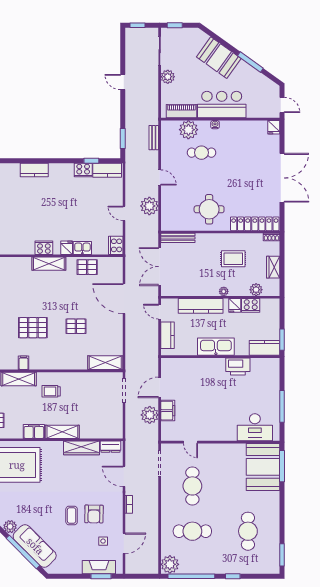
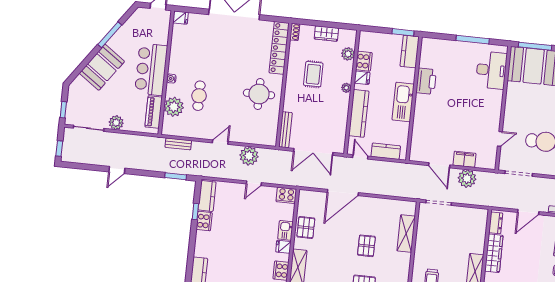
door: (160, 312) -> (360, 157), swing flipped
shelving: (105, 363) -> (406, 234), moved

